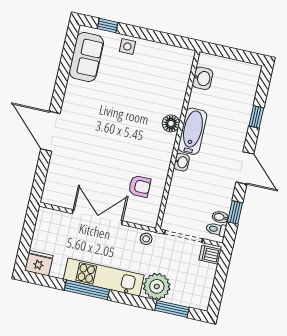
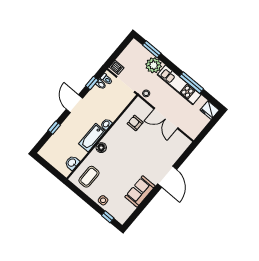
sofa: (86, 57) -> (140, 191), moved
coffee table: (167, 71) -> (89, 177), added

